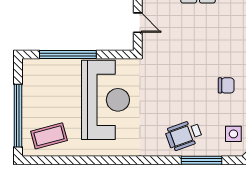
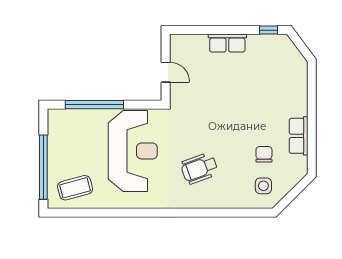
chair: (226, 85) -> (264, 154), moved, turned -90
wheelchair: (184, 135) -> (199, 168), moved
window: (202, 160) -> (231, 213), removed

